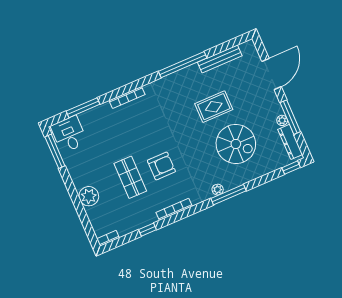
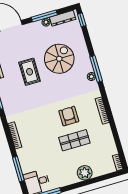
window: (147, 230) -> (115, 132), removed

